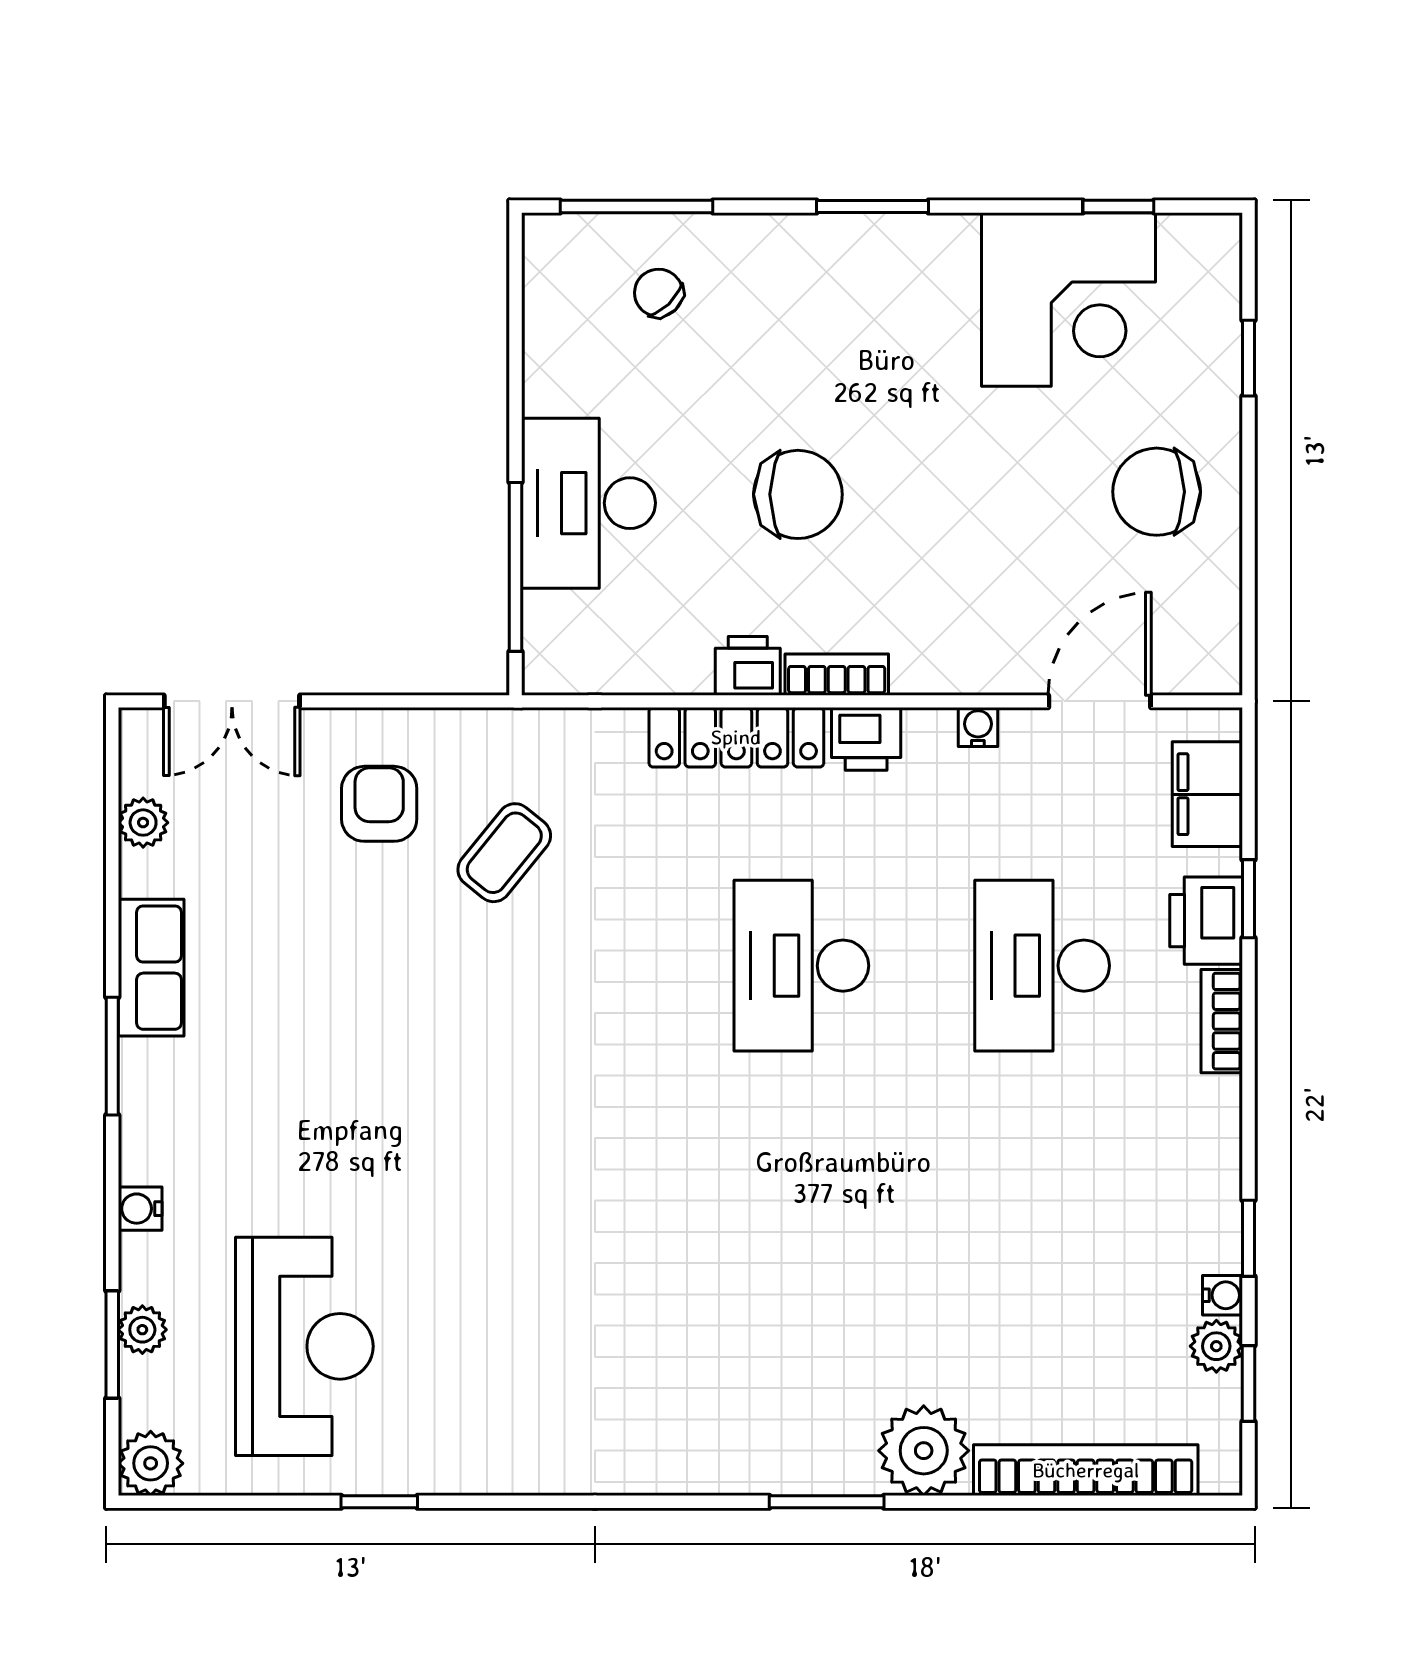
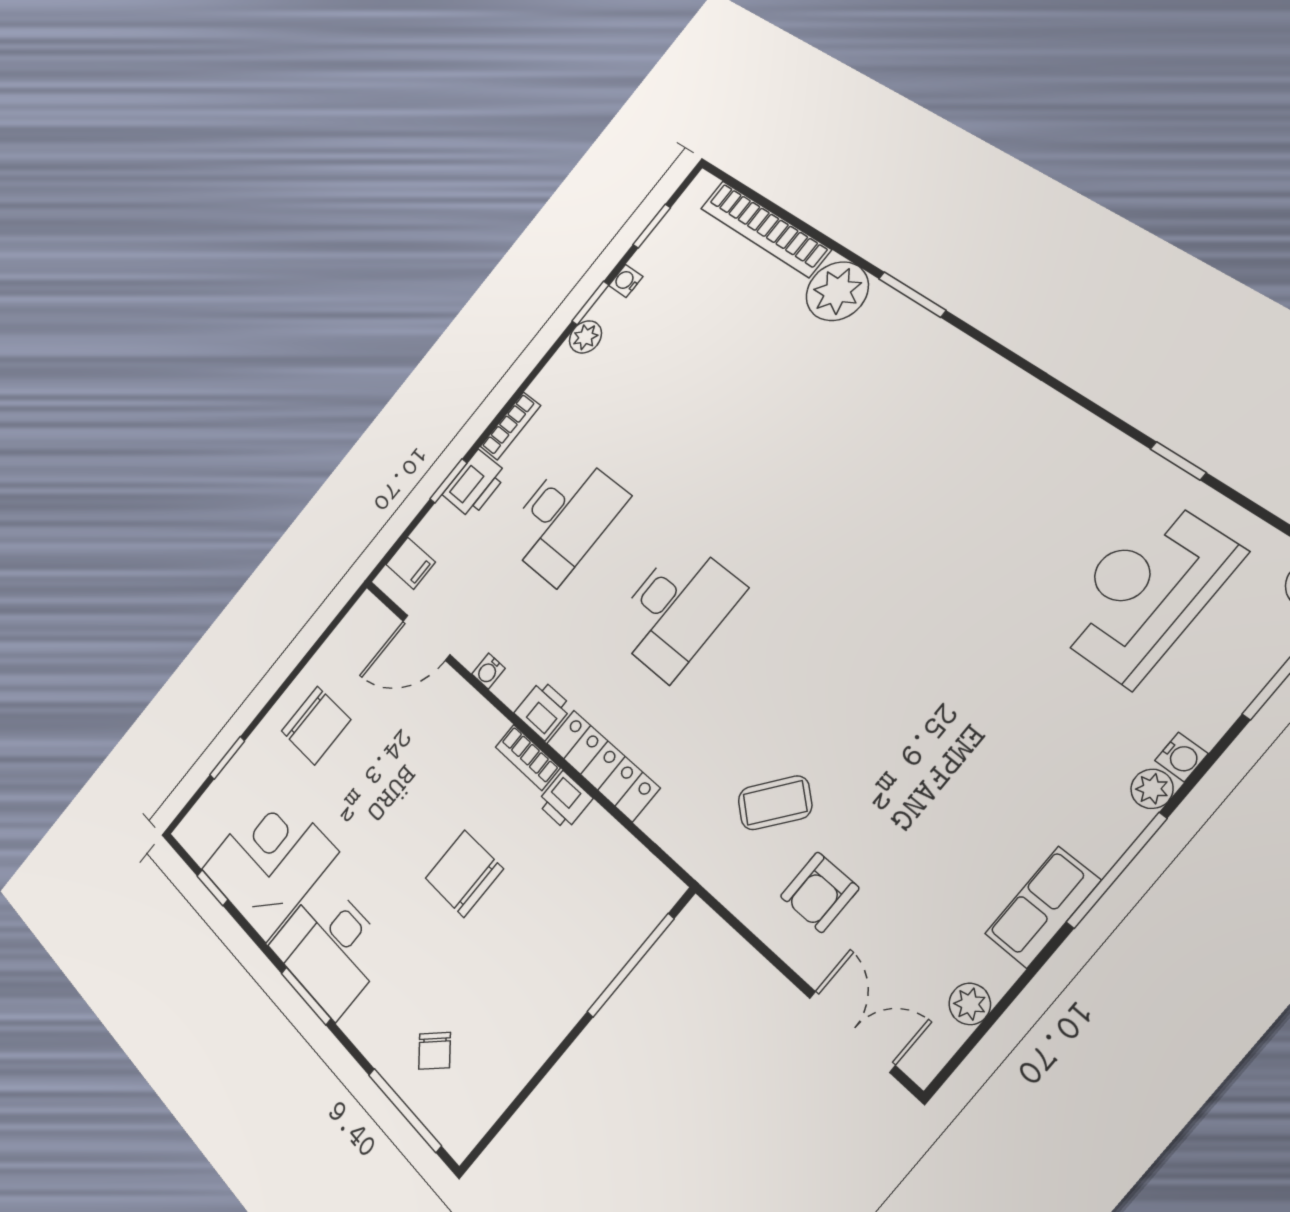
desk: (588, 503) -> (330, 948), moved, turned 90
filing cabinet: (1207, 794) -> (411, 563), width x0.50
window: (112, 1056) -> (1117, 870), width x1.44
plant: (142, 1330) -> (1152, 789), moved
plant: (1216, 1346) -> (585, 337), moved

